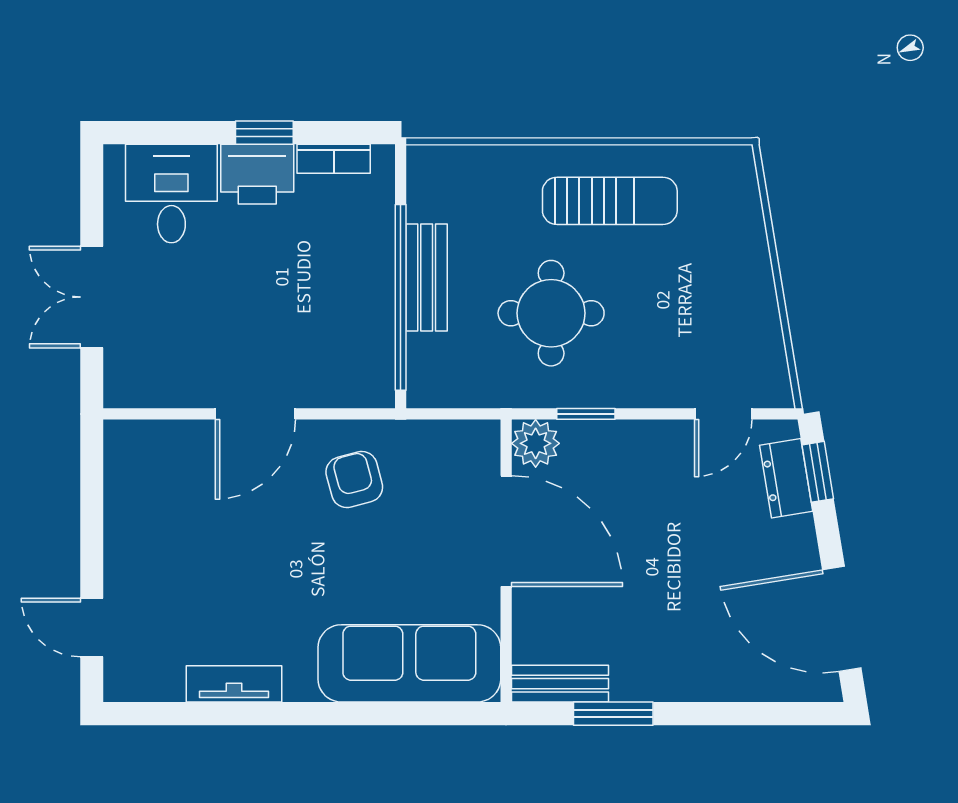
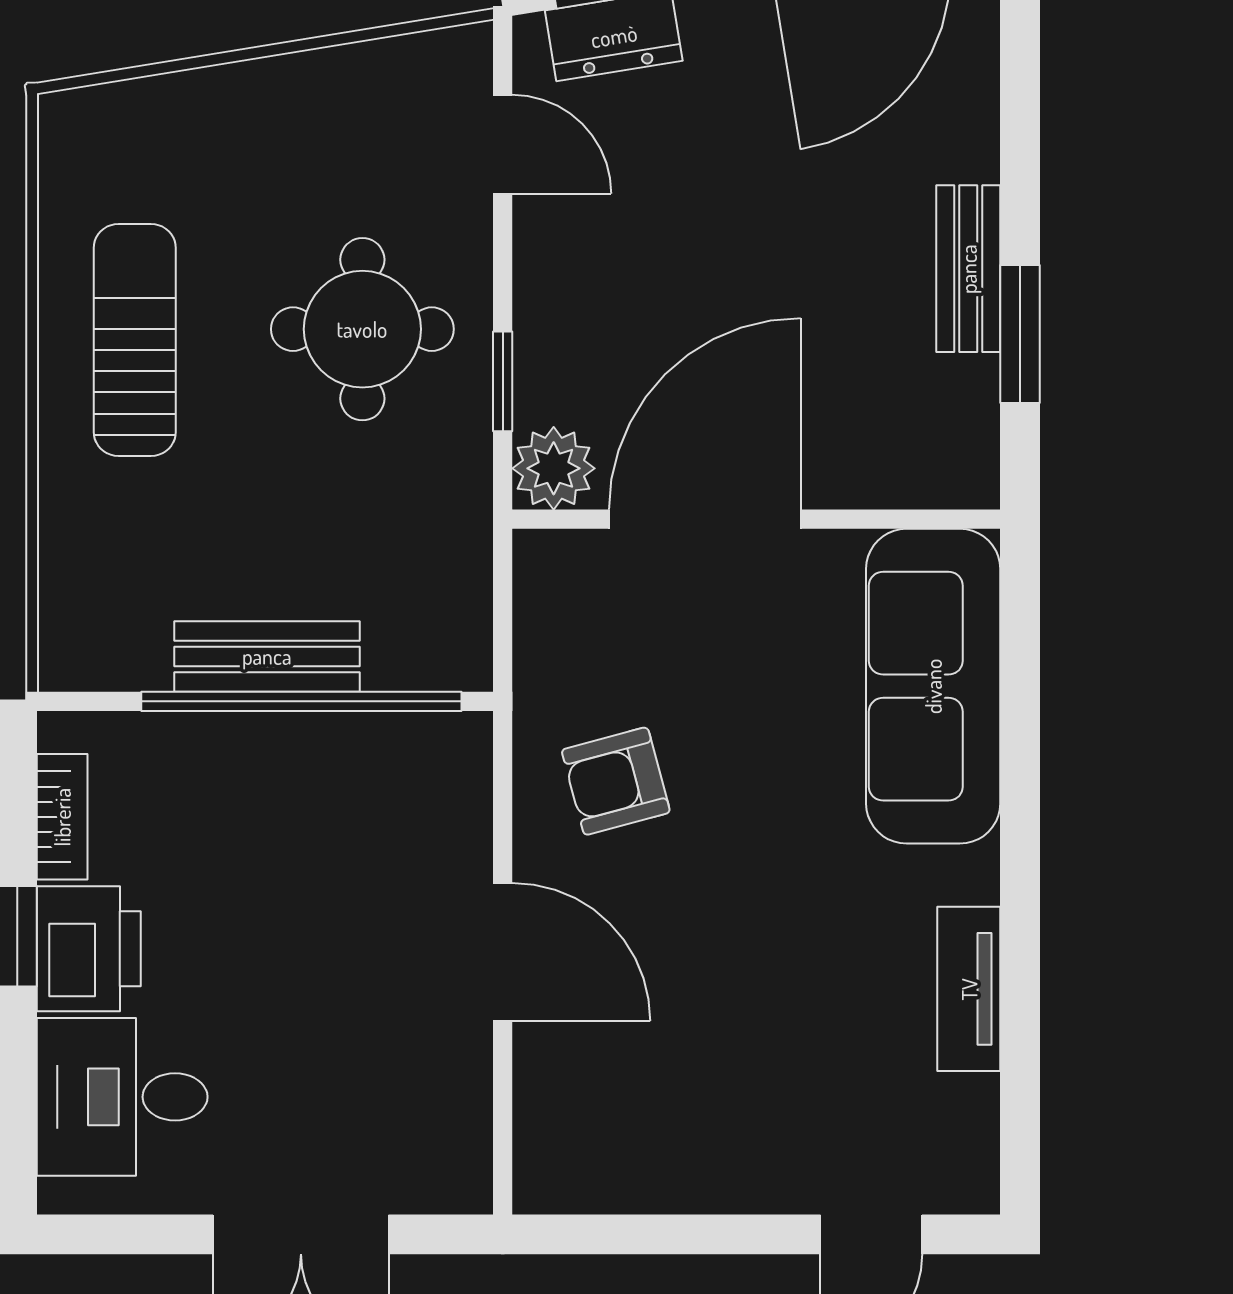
round table: (551, 313) -> (362, 329), moved
bench: (560, 684) -> (968, 269), moved

